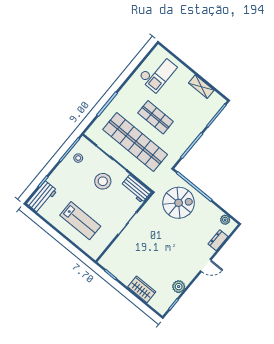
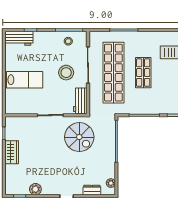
spiral stairs: (179, 203) -> (79, 137), moved
lab bench: (80, 221) -> (25, 80), turned -90
wardrobe: (142, 289) -> (12, 152), moved

